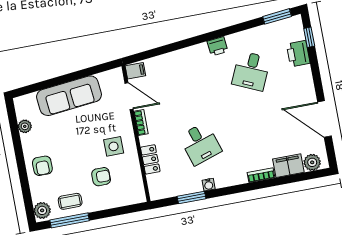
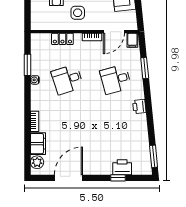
window: (309, 37) -> (118, 178), moved
window: (168, 49) -> (145, 68), added
desk: (251, 71) -> (116, 79), moved, turned -39

